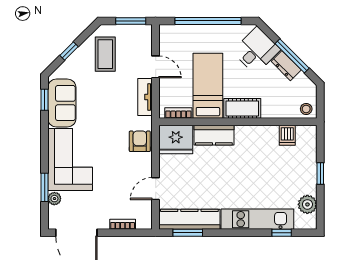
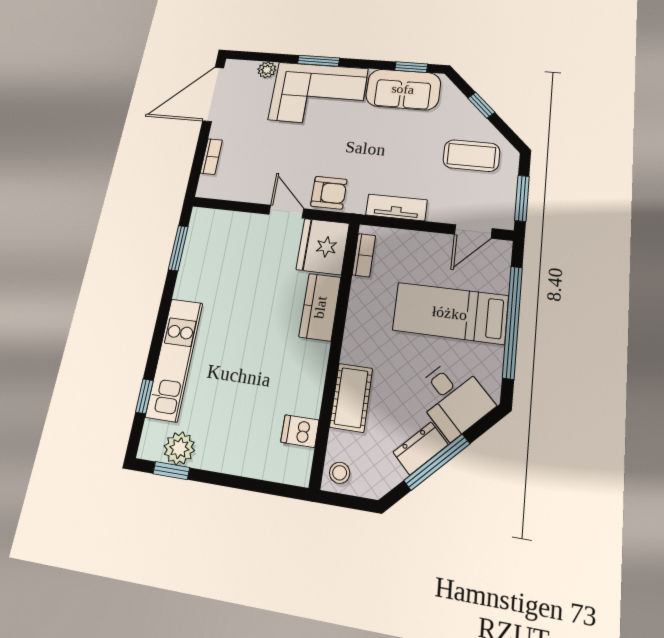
door: (156, 67) -> (473, 231), moved
bed: (208, 86) -> (450, 313), moved, turned 180
cot: (242, 108) -> (351, 398), moved
window: (320, 174) -> (171, 471), moved
window: (45, 187) -> (319, 61), moved
door: (156, 189) -> (286, 212), moved
kitchen counter: (189, 219) -> (198, 253), removed

